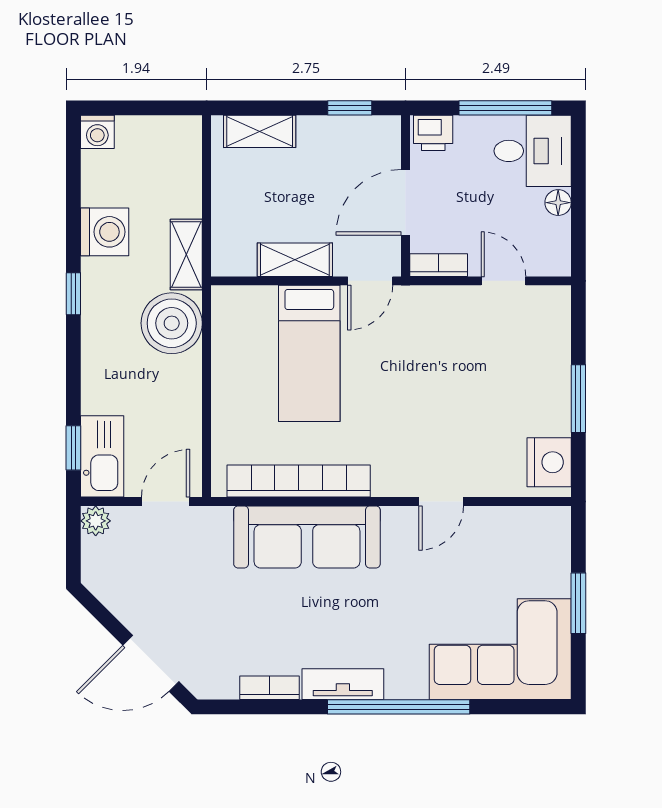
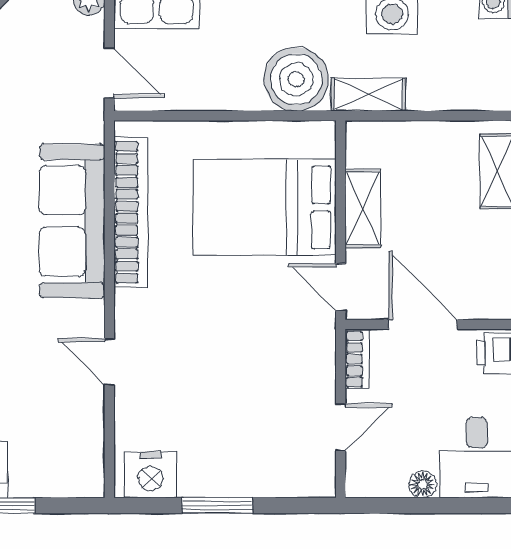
bed: (309, 353) -> (265, 207), width x1.50

